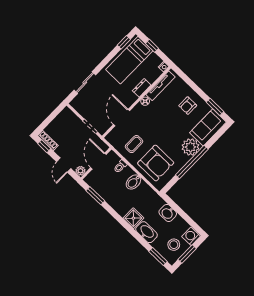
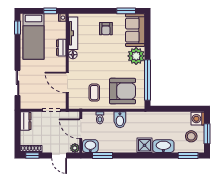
window: (152, 46) -> (50, 11), moved
dresser: (64, 116) -> (26, 121), added
window: (192, 162) -> (147, 80), moved
washbasin: (168, 213) -> (90, 146), moved, turned 180

